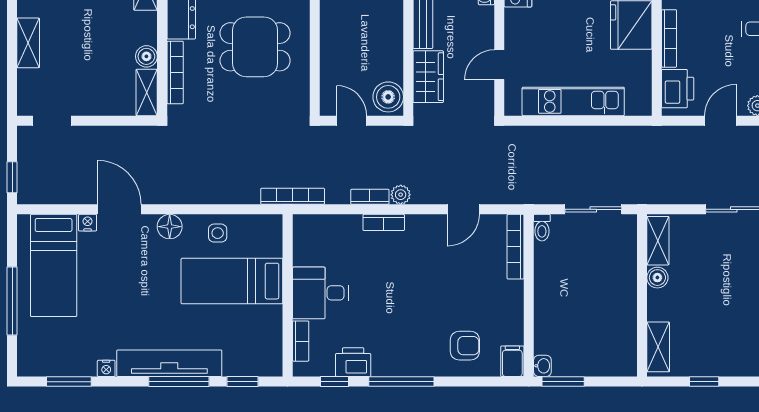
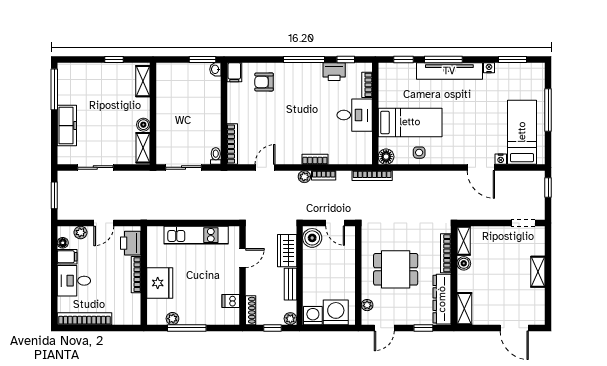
floor lamp: (170, 227) -> (386, 157), moved

